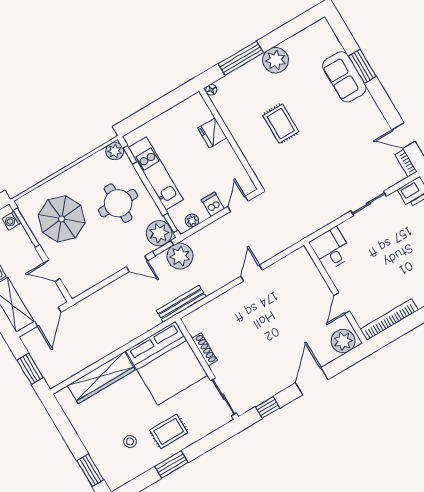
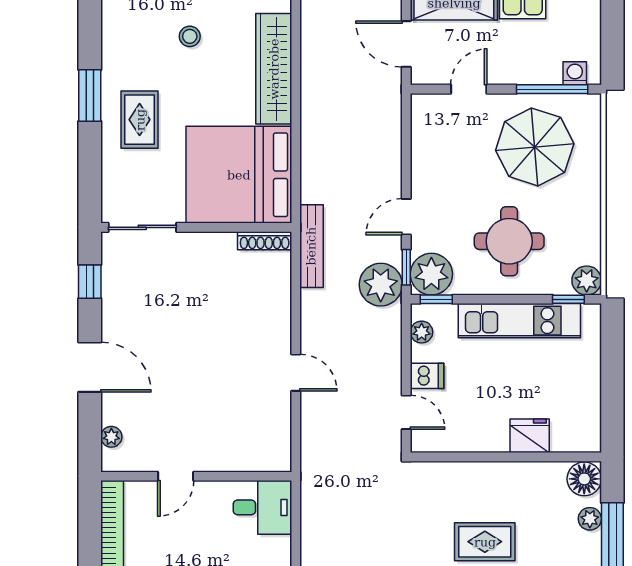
plant: (237, 76) -> (590, 519), added
floor lamp: (211, 90) -> (584, 479), width x1.89, depth x1.89
door: (342, 303) -> (176, 476), swing flipped
plant: (343, 341) -> (111, 437), width x0.53, depth x0.53
shoe rack: (205, 349) -> (265, 241), moved
stool: (130, 442) -> (190, 36), moved

